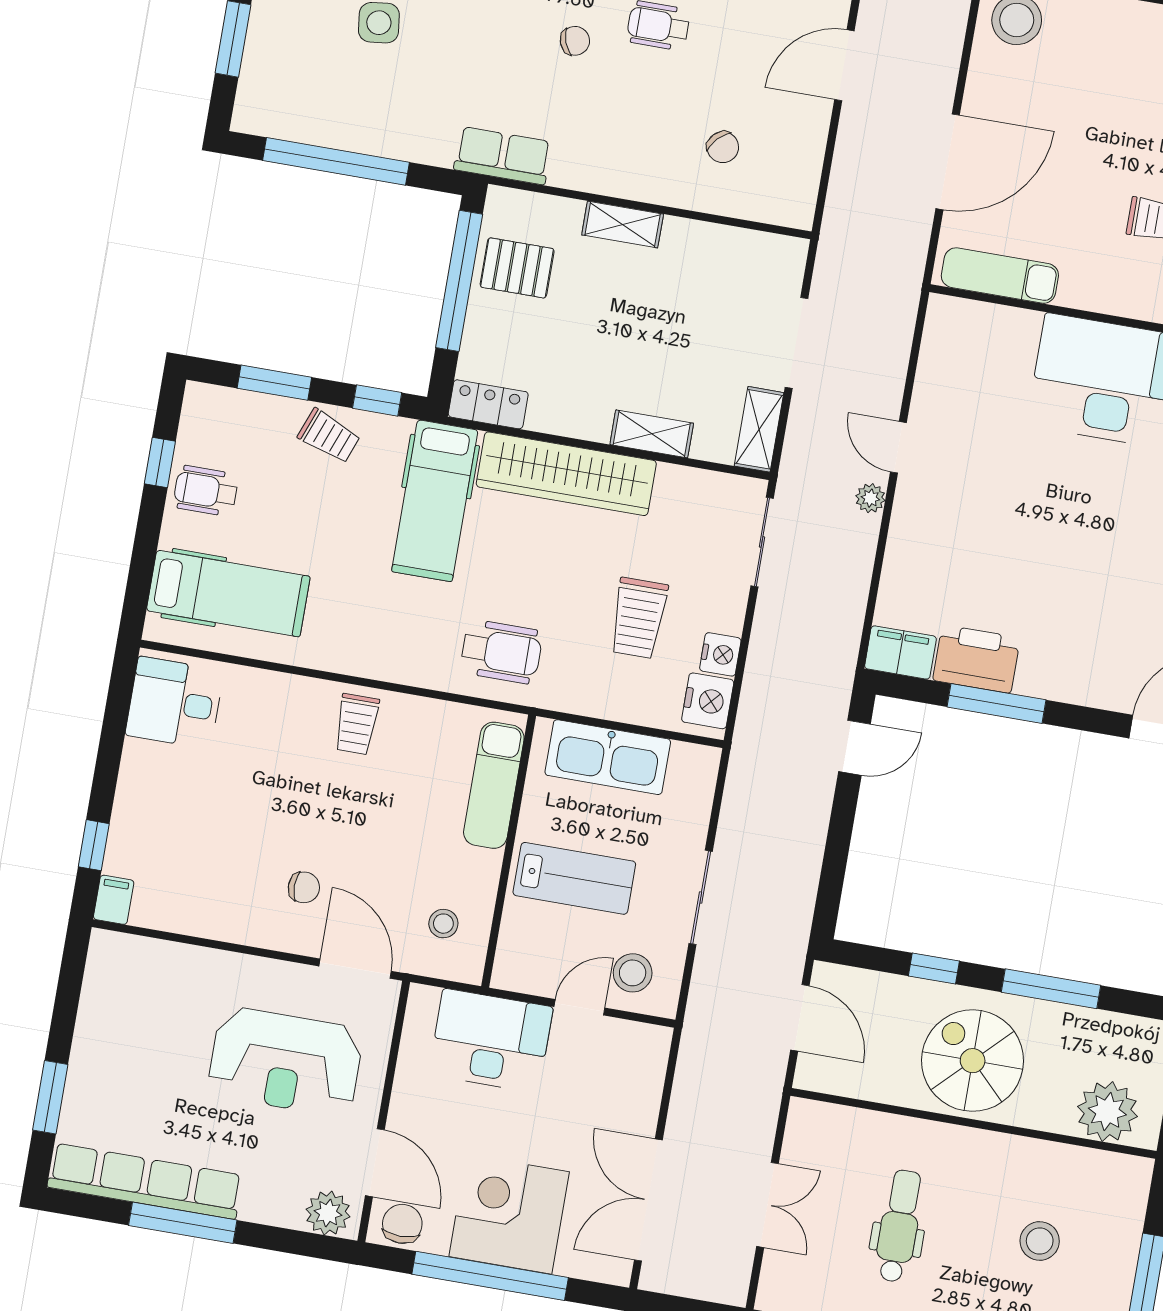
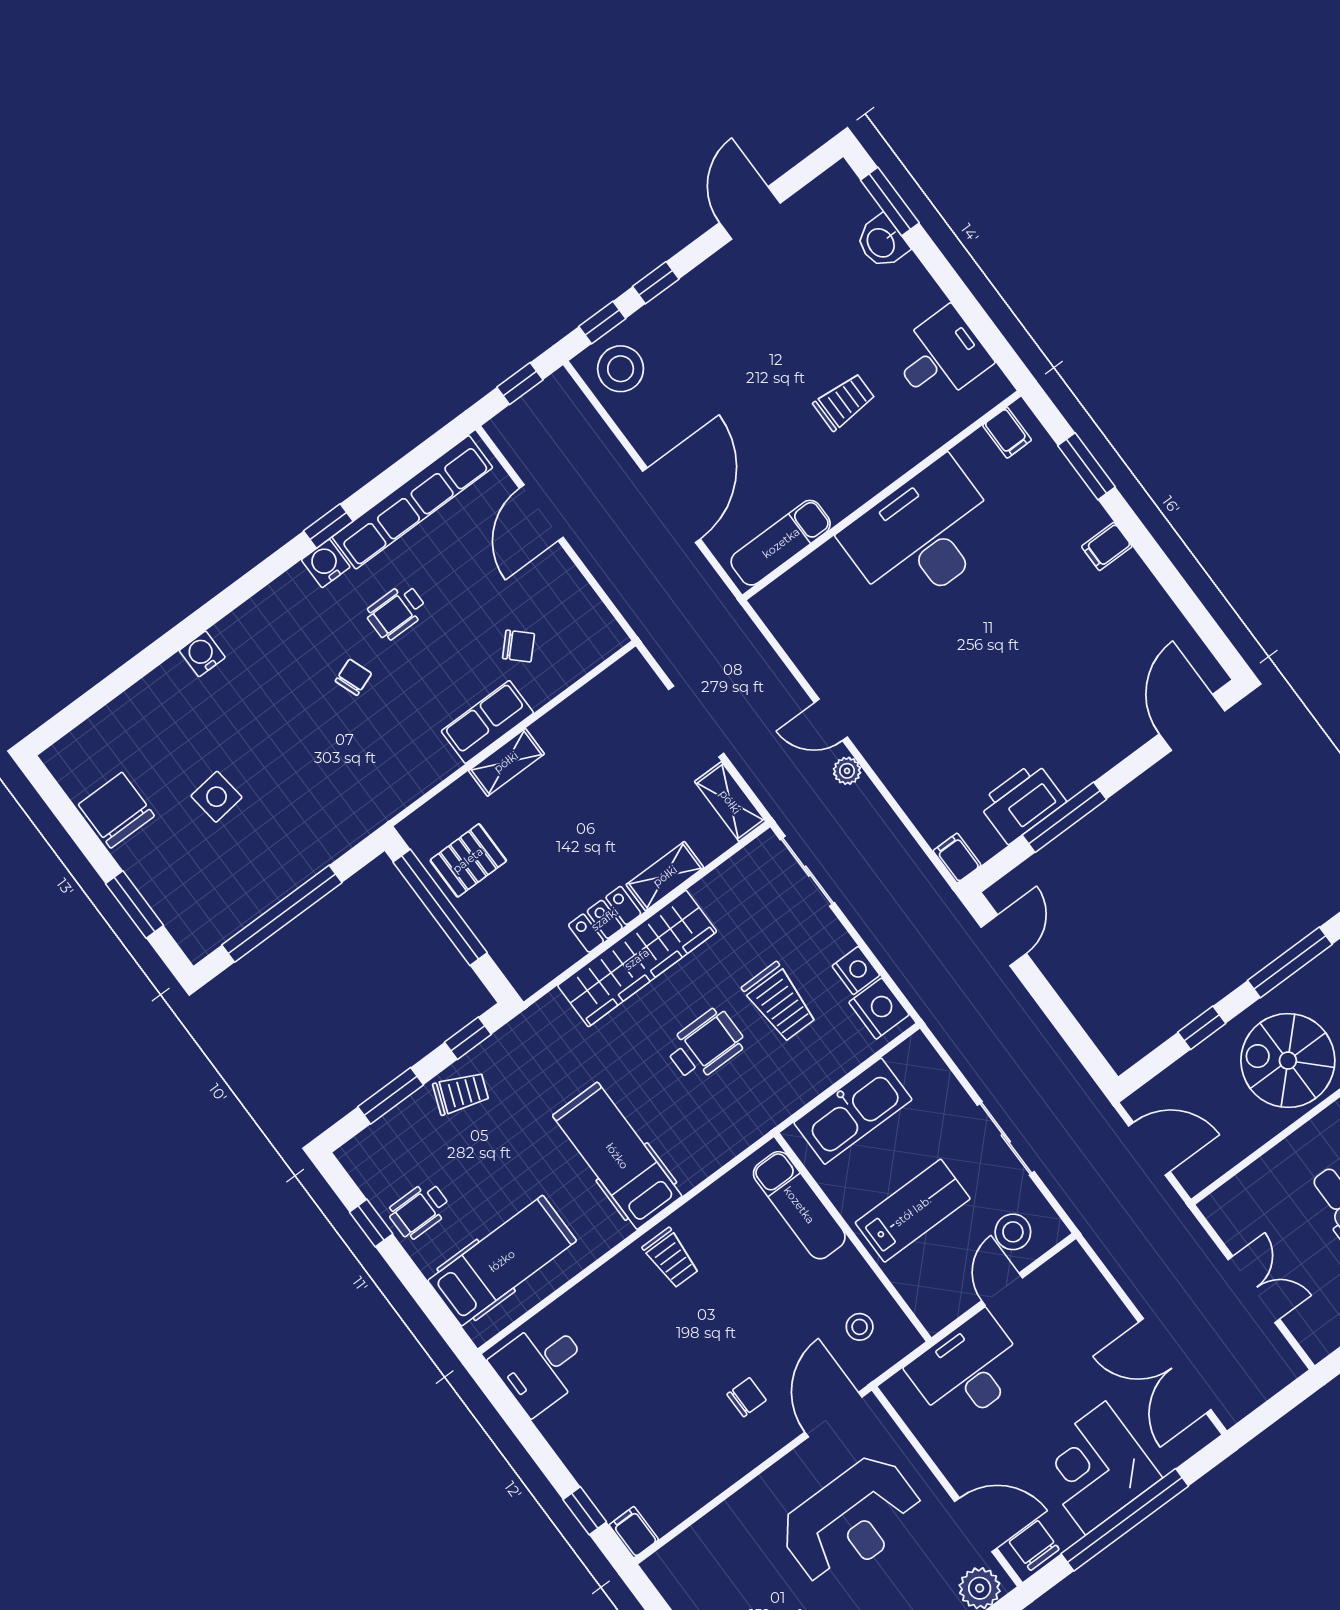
row of seats: (503, 156) -> (487, 722), moved
locker: (488, 404) -> (605, 919), moved
hospital bed: (435, 501) -> (617, 1156), moved, turned 180
wheelchair: (501, 652) -> (705, 1045), moved
filing cabinet: (900, 652) -> (957, 858), width x0.50
door: (355, 969) -> (833, 1415), hinge flipped

